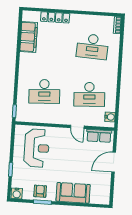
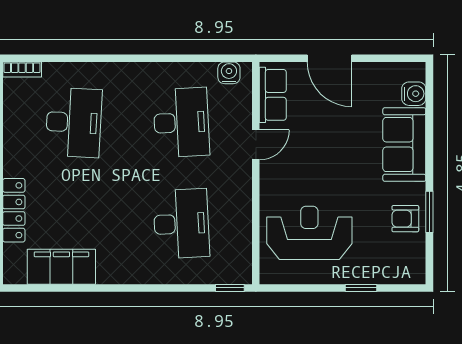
water cooler: (17, 193) -> (414, 94), moved

